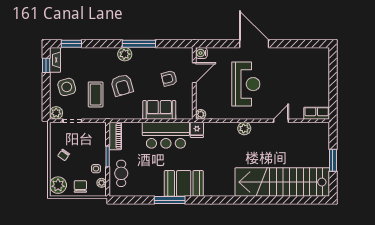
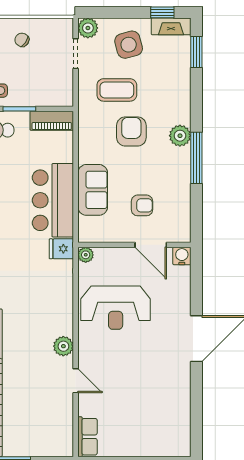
armchair: (169, 78) -> (142, 205), turned 104
reception desk: (246, 84) -> (116, 308), moved
armchair: (122, 85) -> (131, 131), turned 106
plant: (244, 128) -> (63, 346), moved

